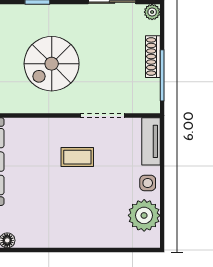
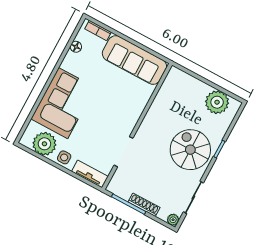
spiral stairs: (52, 64) -> (190, 150), moved
coffee table: (77, 157) -> (105, 121), removed
corner sofa: (83, 219) -> (63, 103), added

